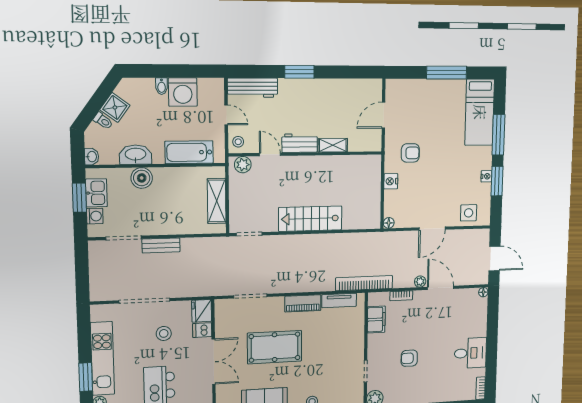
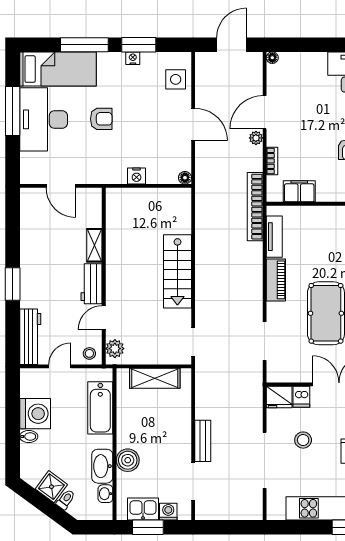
desk: (439, 100) -> (44, 119), added
armchair: (410, 153) -> (101, 119), moved, turned 90
washbasin: (92, 157) -> (105, 494), moved, turned -90

